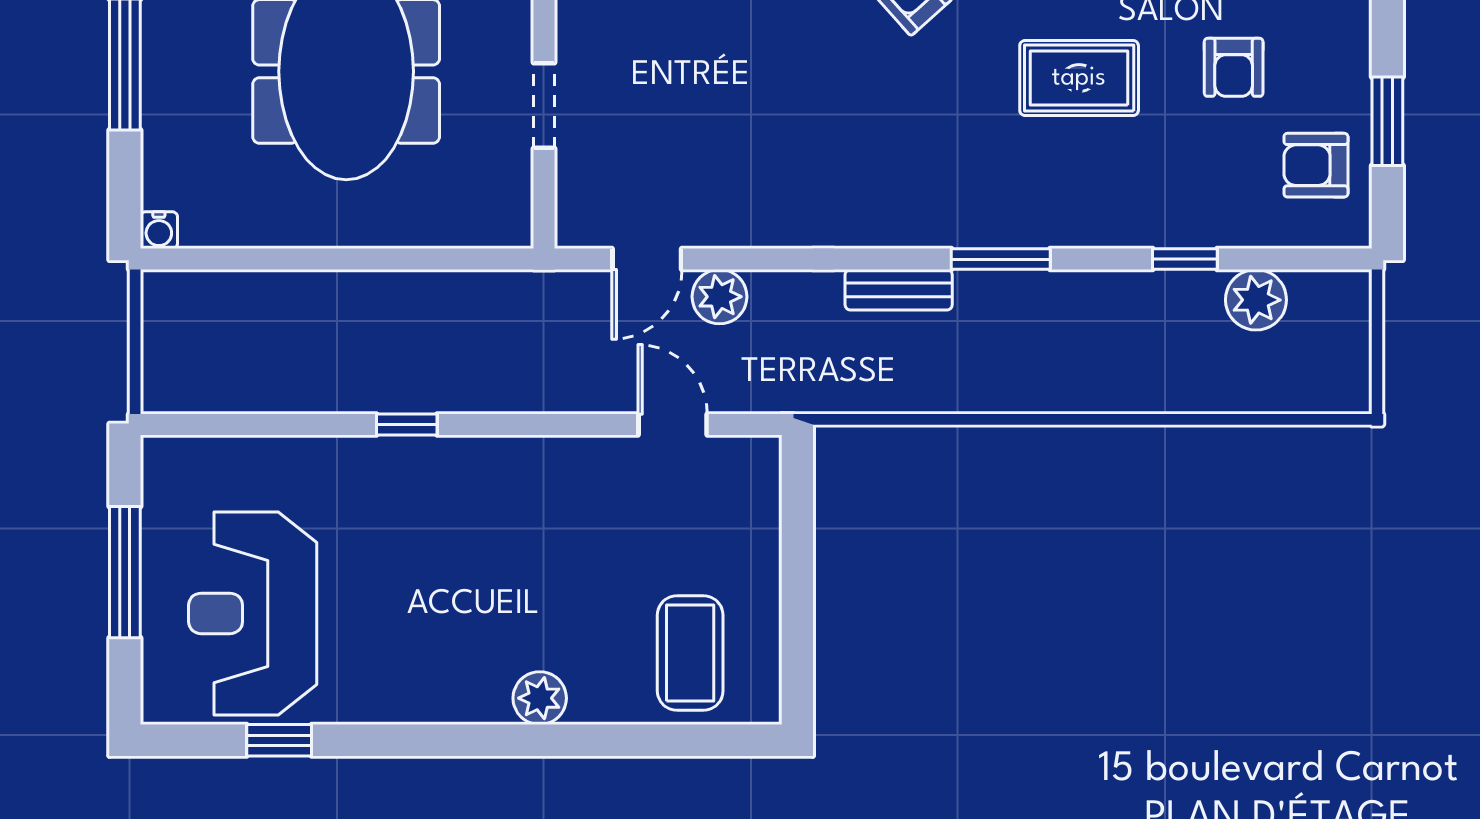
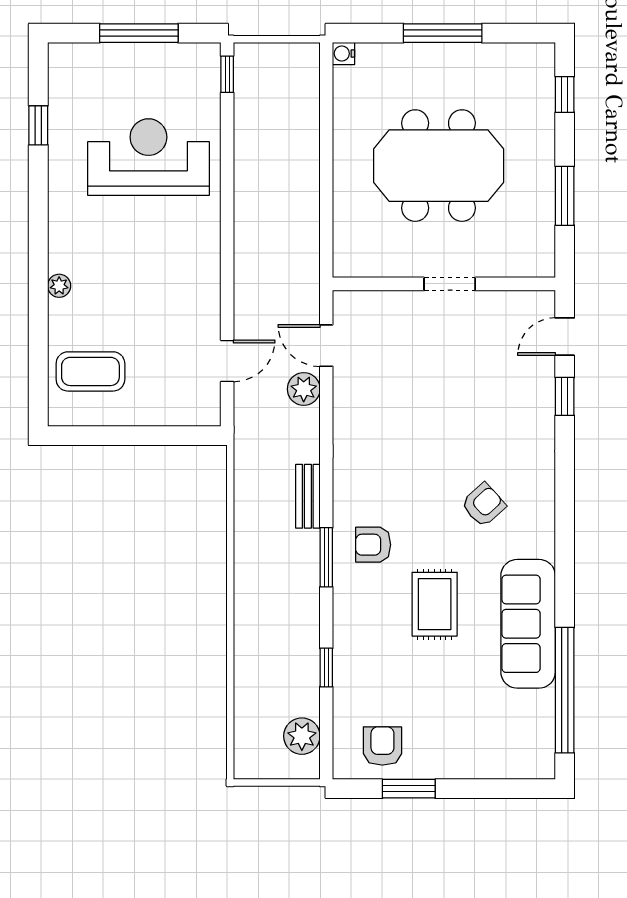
armchair: (1234, 67) -> (373, 545), moved
doorway: (544, 106) -> (450, 284), moved
plant: (1256, 300) -> (302, 736), moved
window: (407, 425) -> (227, 74), moved
reception desk: (253, 613) -> (148, 157), moved
plant: (540, 698) -> (59, 286), width x0.73, depth x0.73

